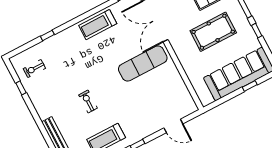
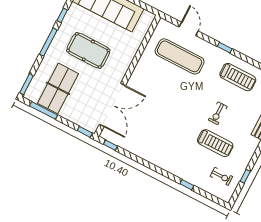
treadmill: (98, 25) -> (215, 143), moved
exercise mat: (143, 64) -> (180, 56), moved

